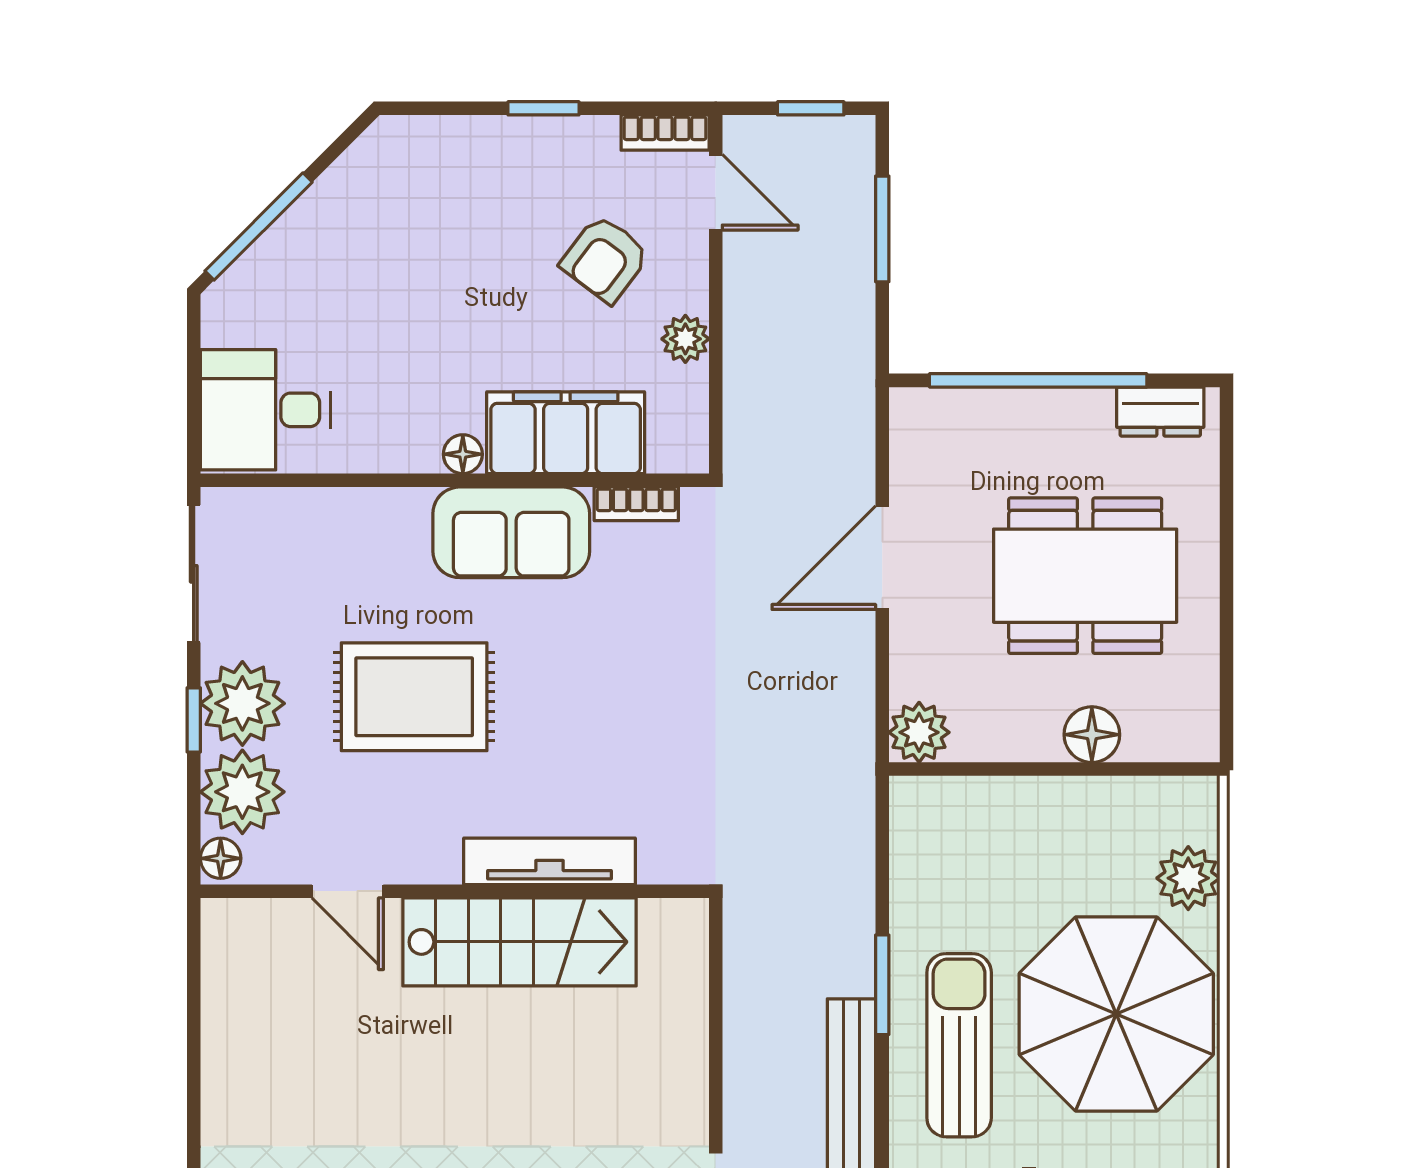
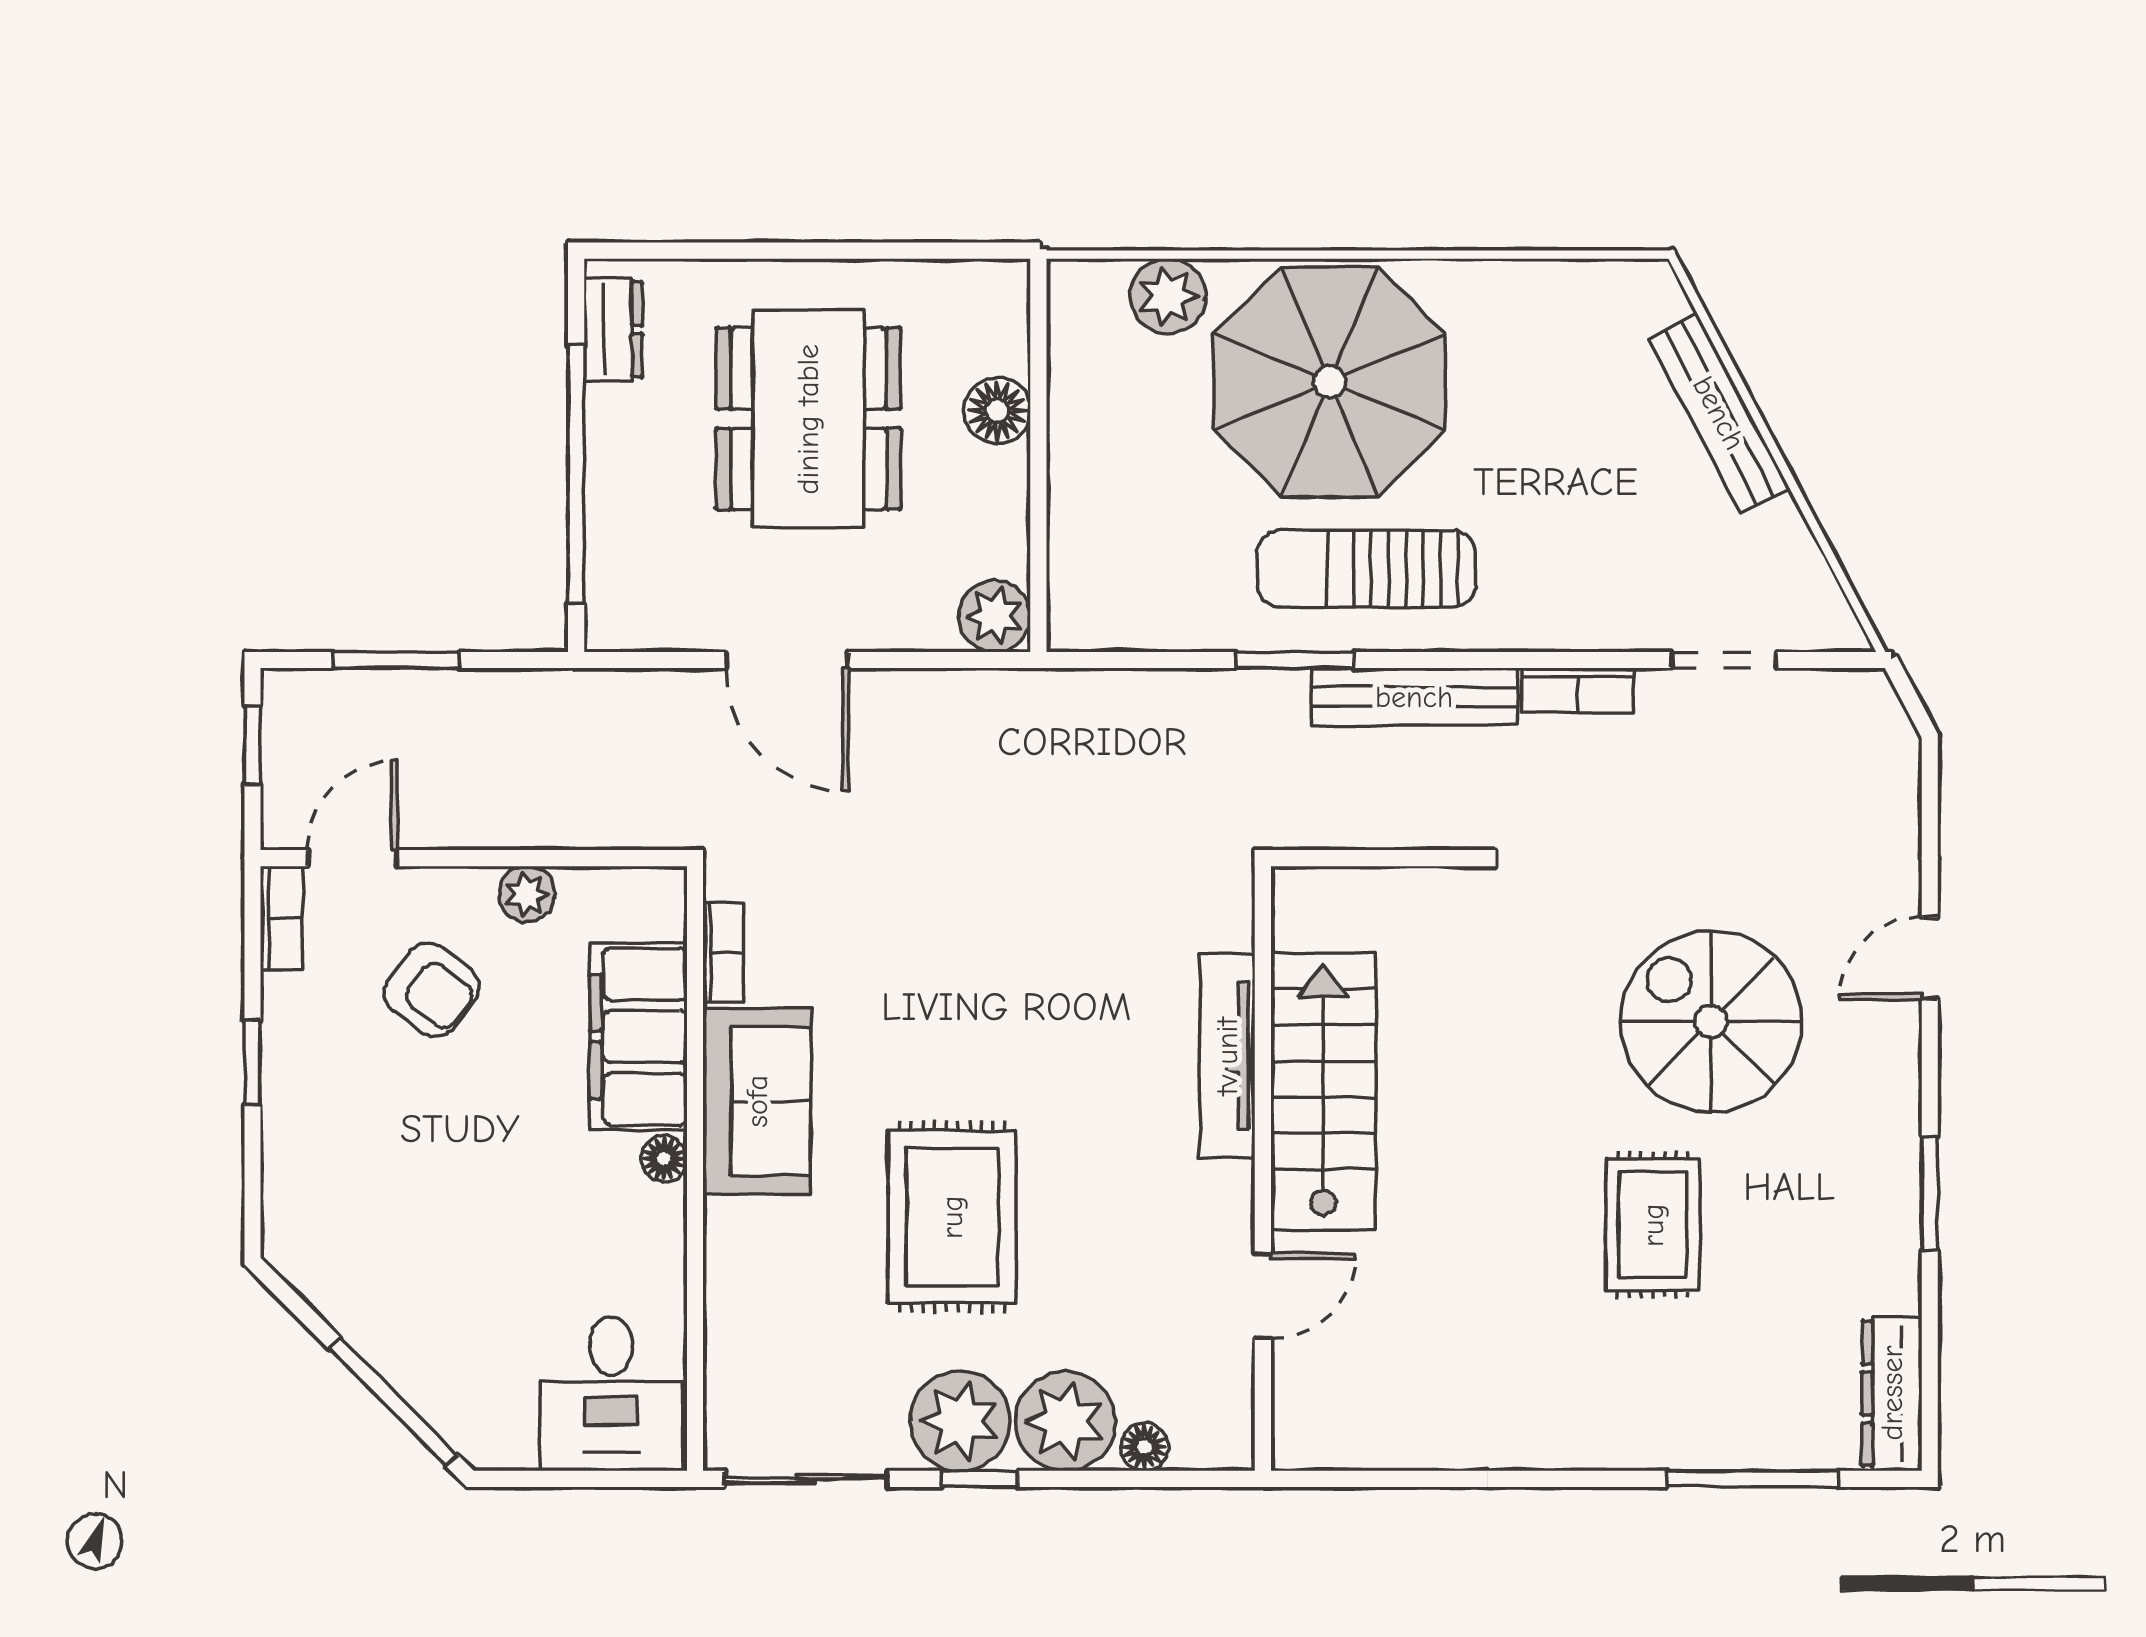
tv unit: (550, 861) -> (1227, 1056), moved
door: (348, 891) -> (1263, 1296), moved
wall: (455, 891) -> (1263, 1168), moved
stairs: (519, 942) -> (1323, 1091), moved

